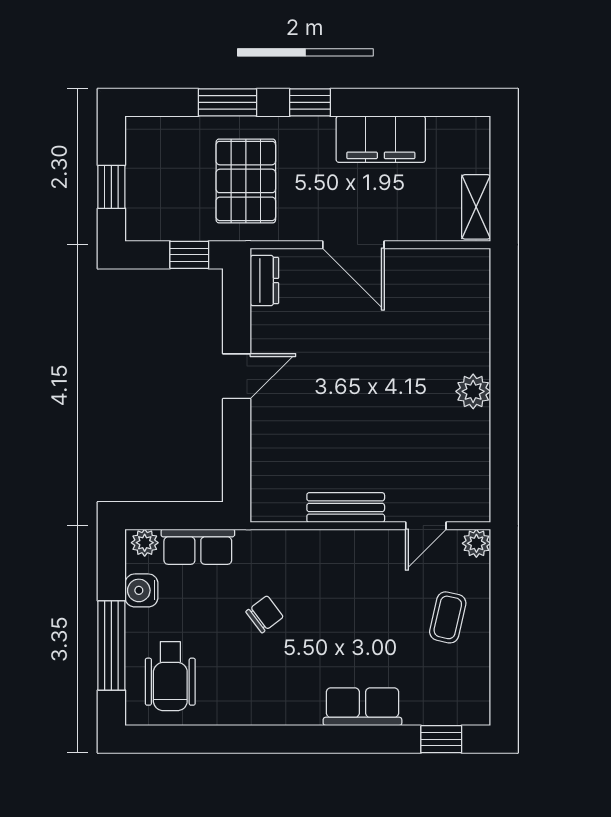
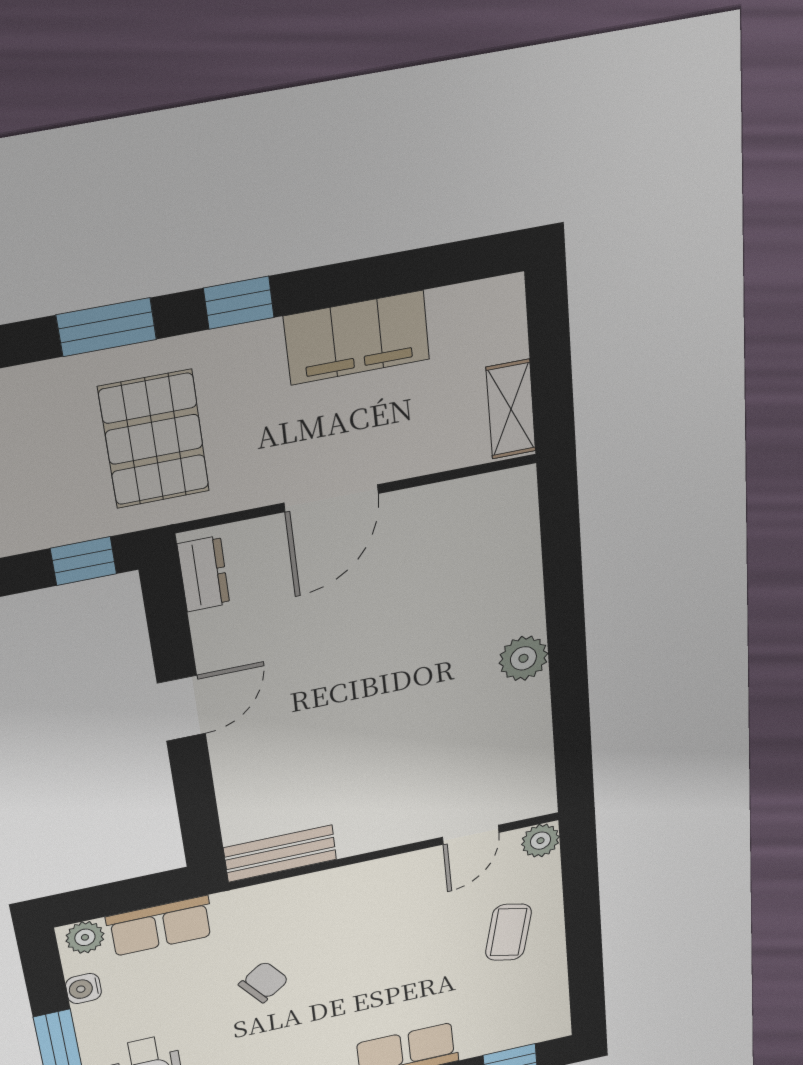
door: (353, 245) -> (331, 498), hinge flipped
bench: (346, 507) -> (280, 854), moved
water cooler: (141, 590) -> (83, 989), width x0.72, depth x0.72

